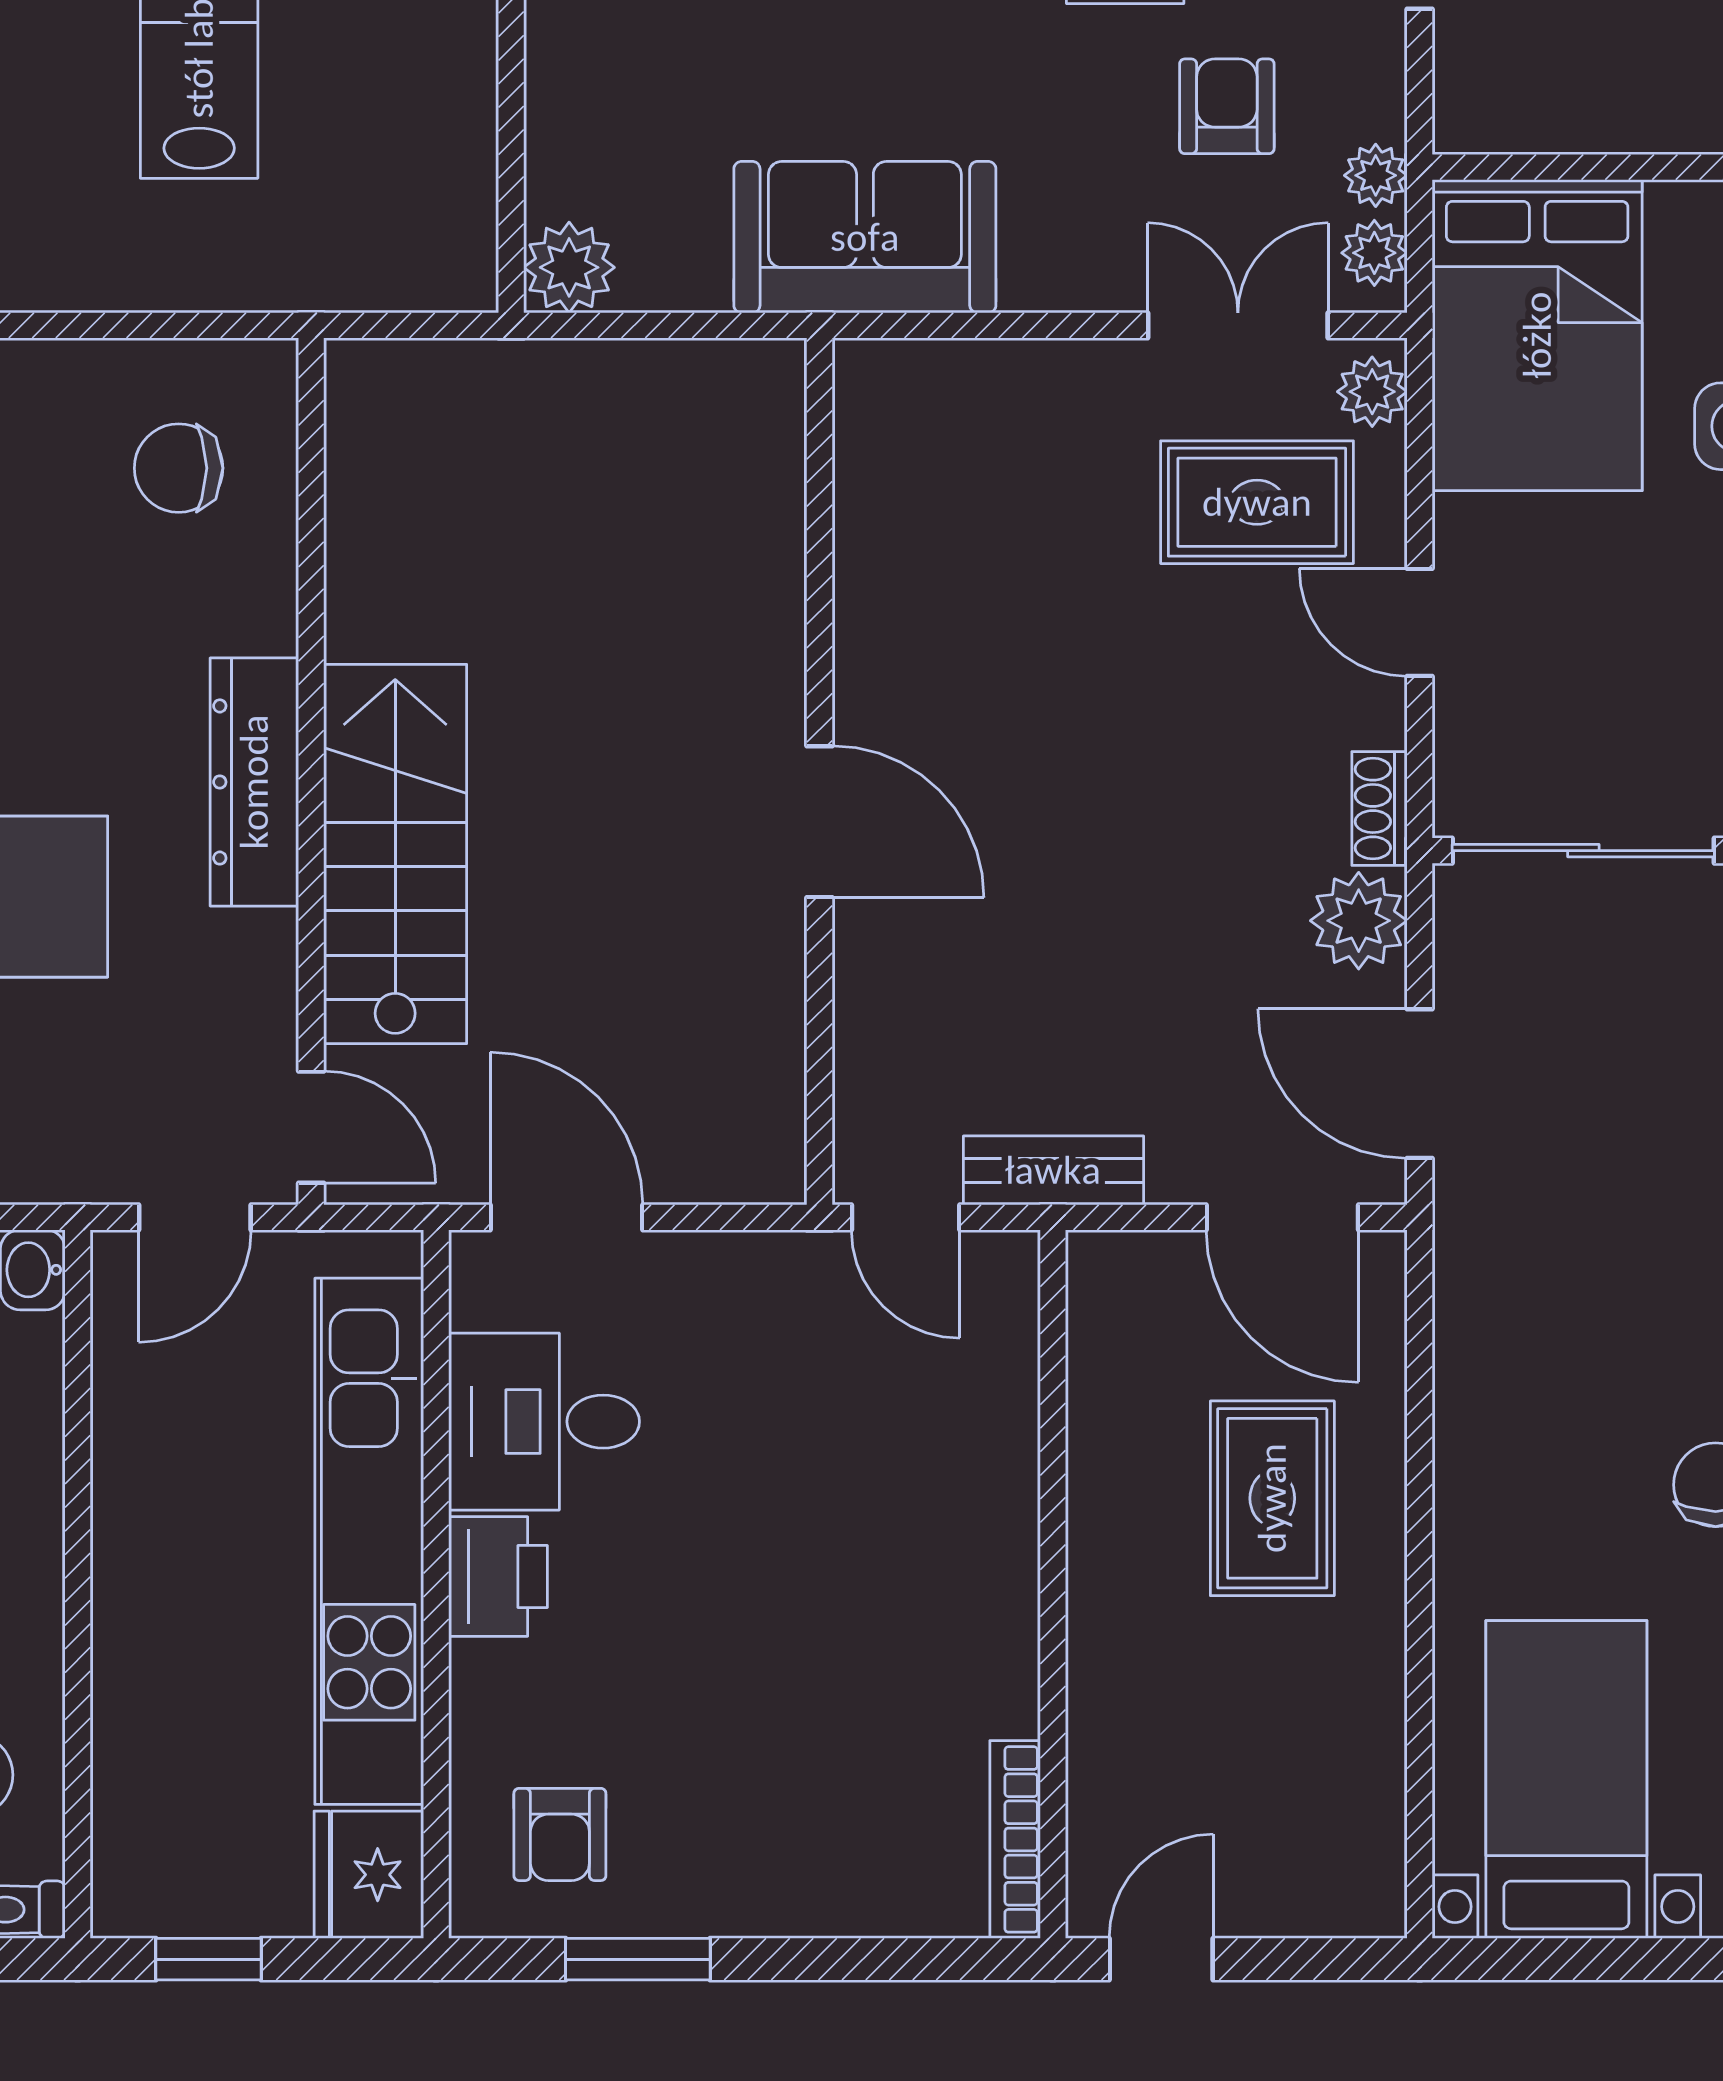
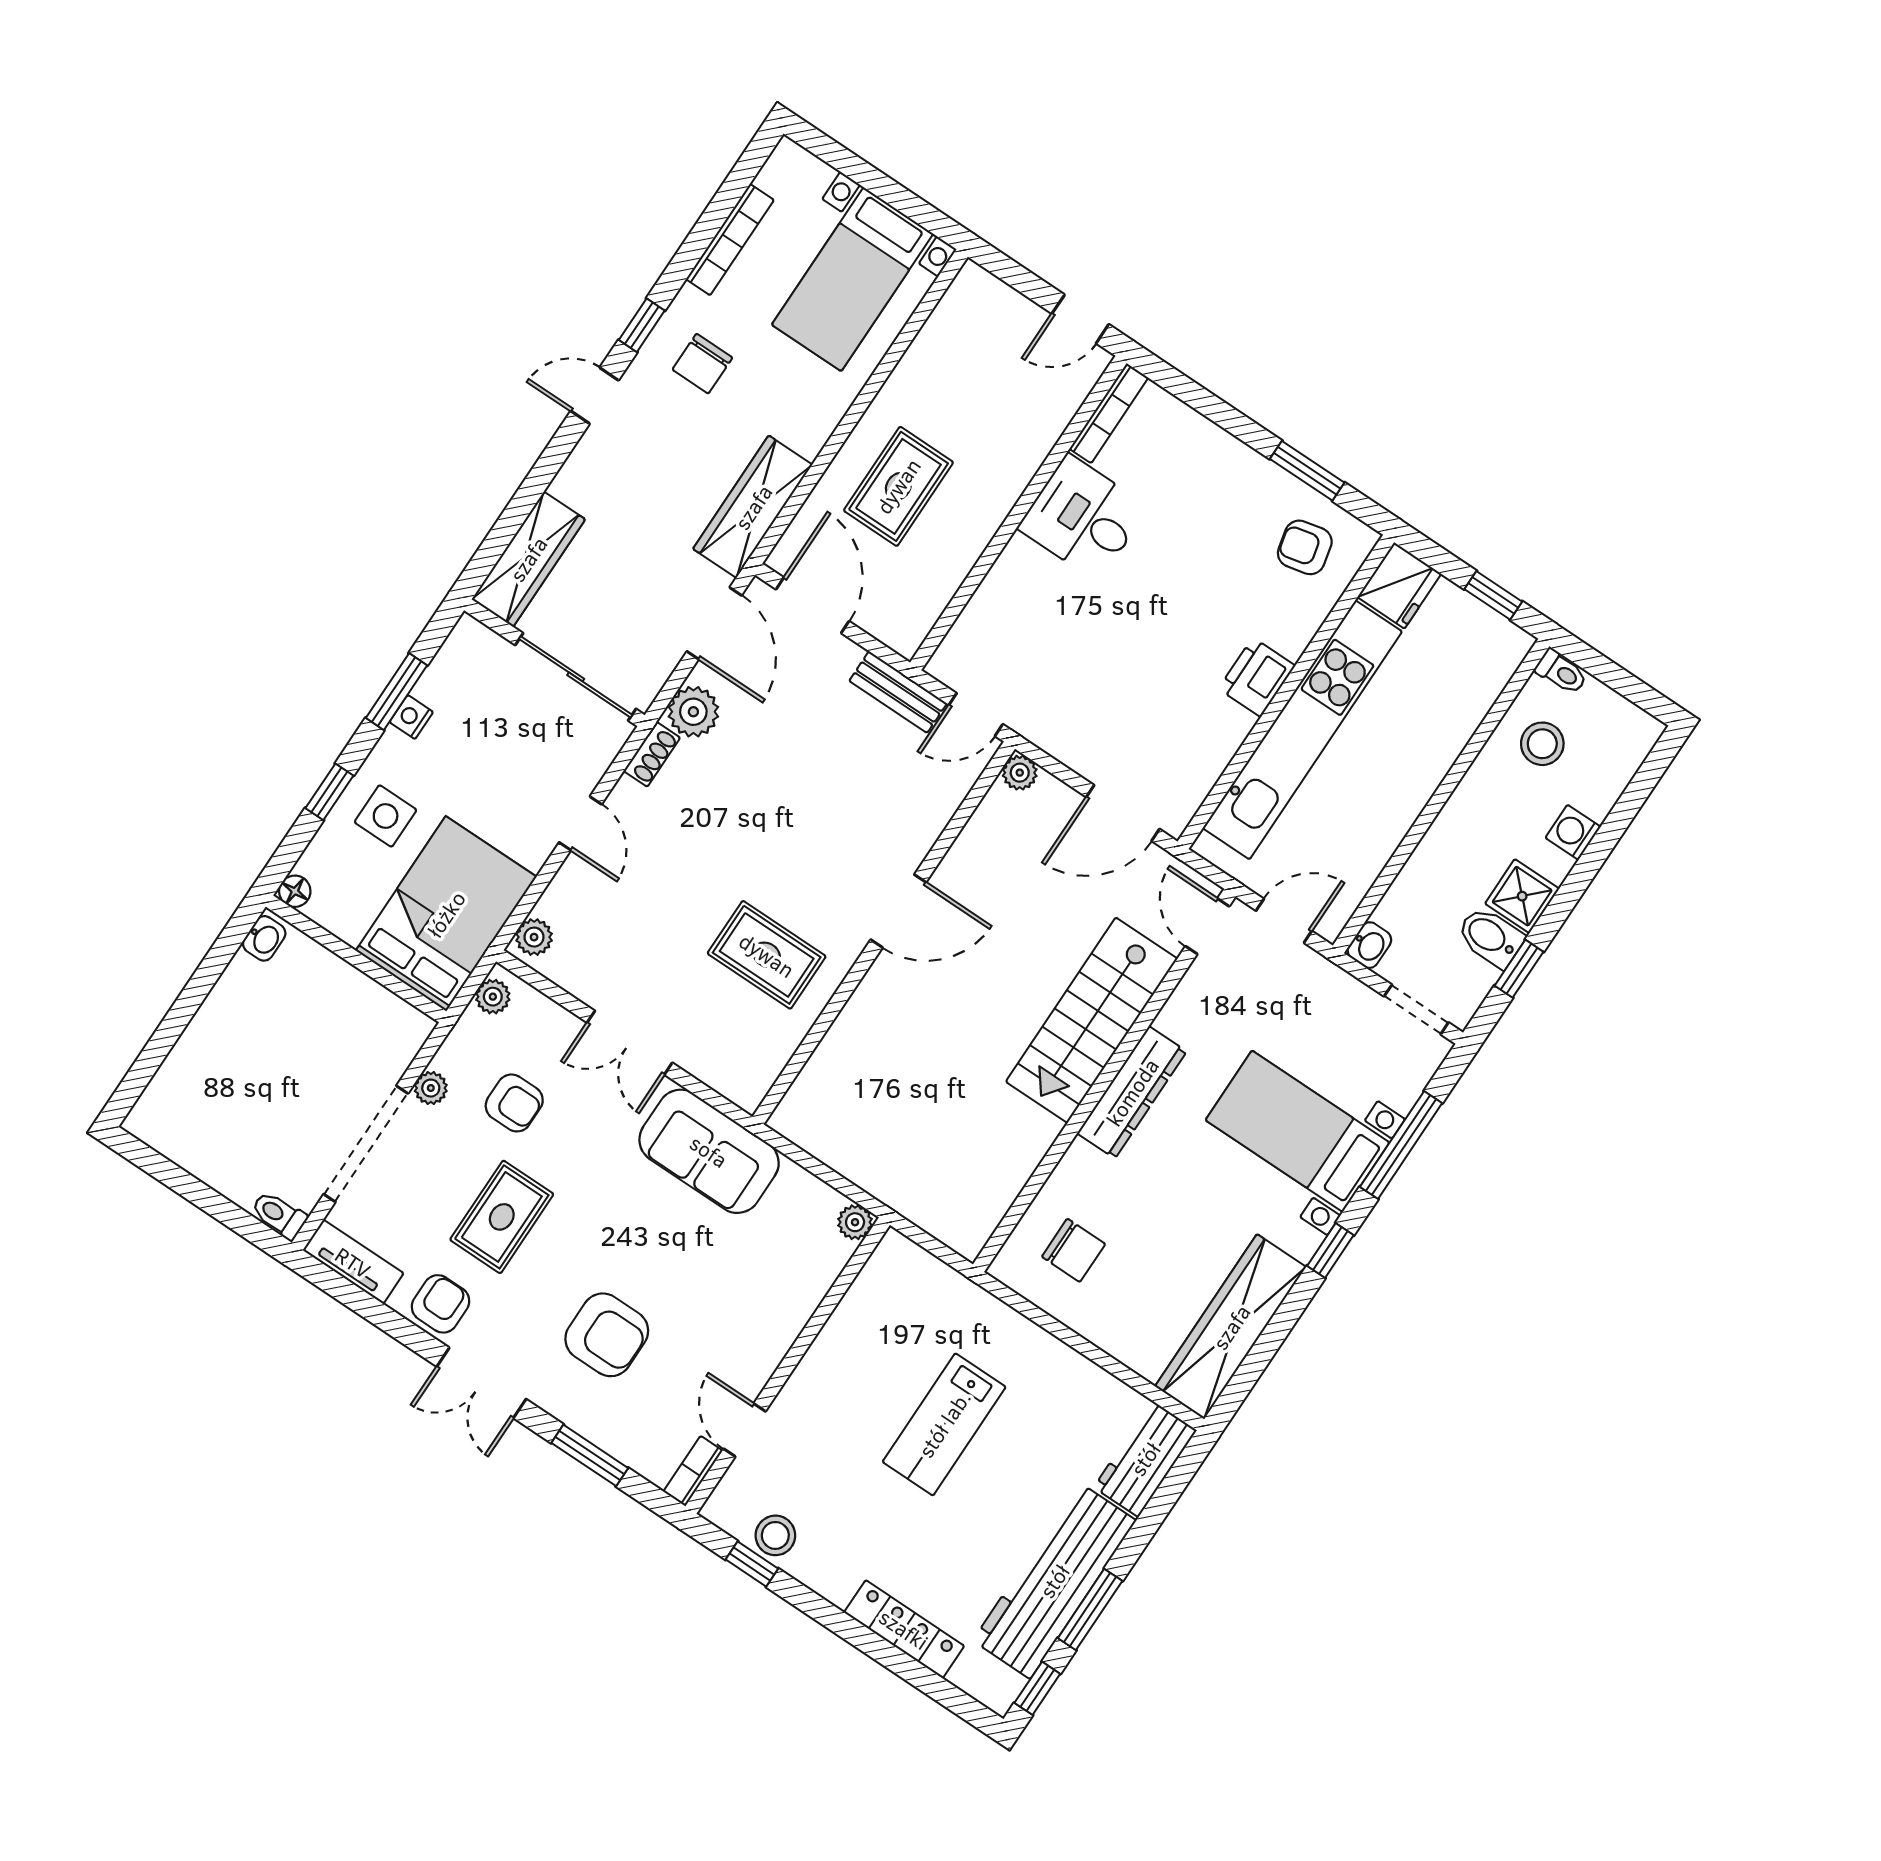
armchair: (1227, 106) -> (514, 1103), turned -90
plant: (1376, 175) -> (431, 1088), moved
plant: (569, 267) -> (855, 1222), width x0.73, depth x0.73
double door: (1238, 325) -> (630, 1043), moved
rug: (1257, 502) -> (767, 955), moved
door: (820, 822) -> (898, 911), swing flipped
plant: (774, 1172) -> (1020, 773), added
door: (566, 1217) -> (1123, 813), hinge flipped
door: (906, 1217) -> (976, 715), swing flipped
wardrobe: (1483, 1310) -> (753, 507), added
desk: (544, 1422) -> (1083, 518), moved, turned 180
armchair: (560, 1834) -> (1305, 547), turned -103

